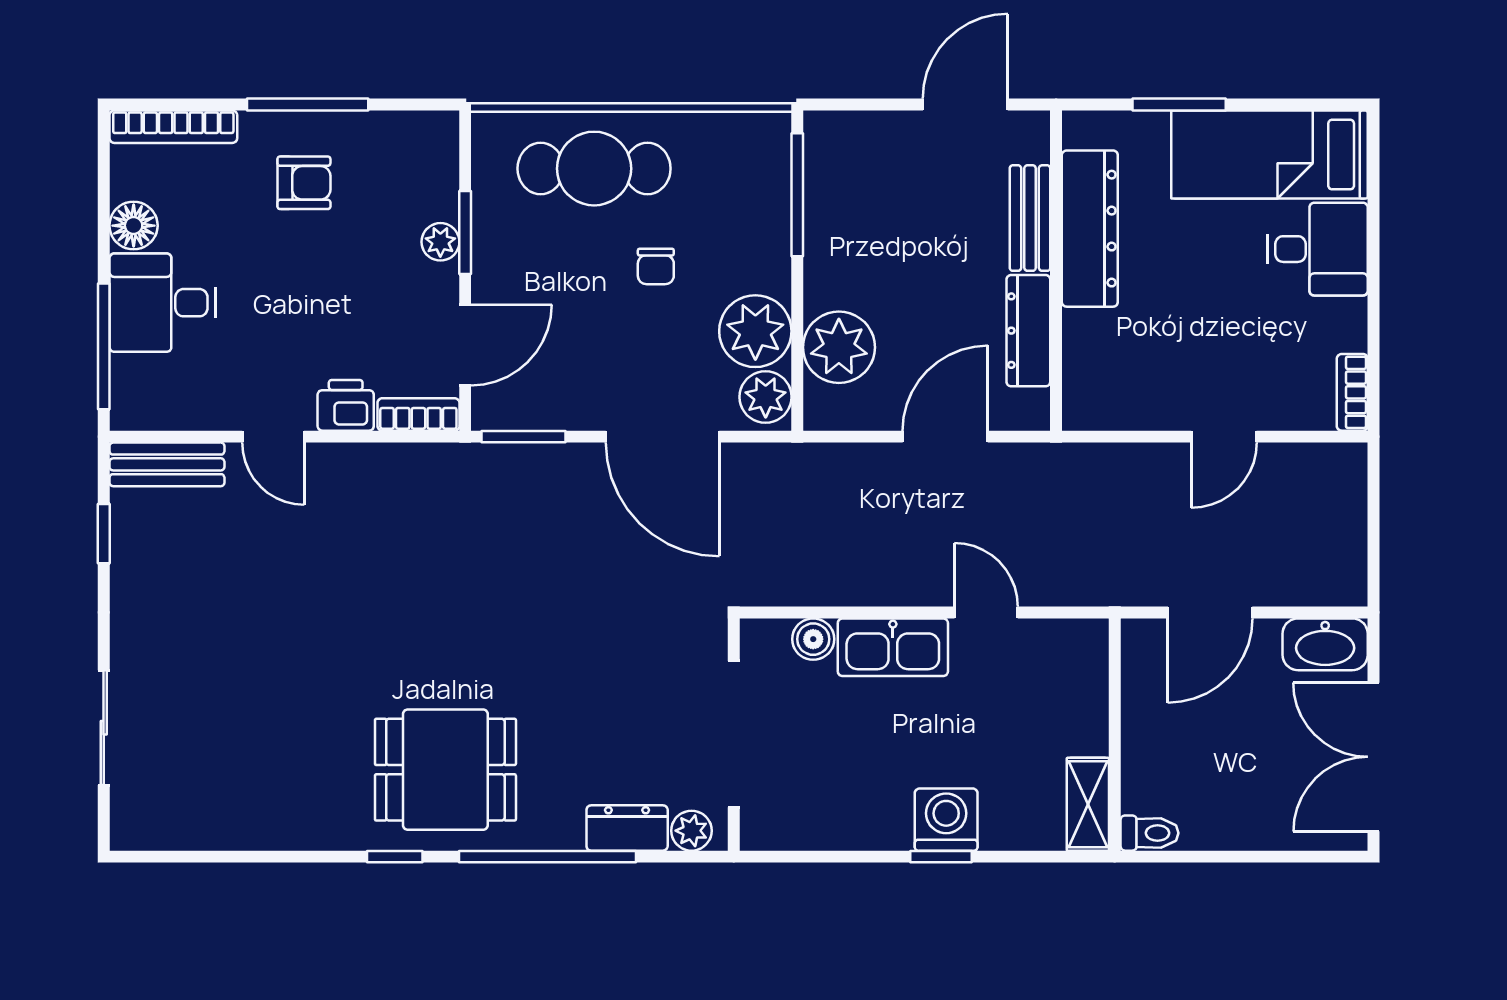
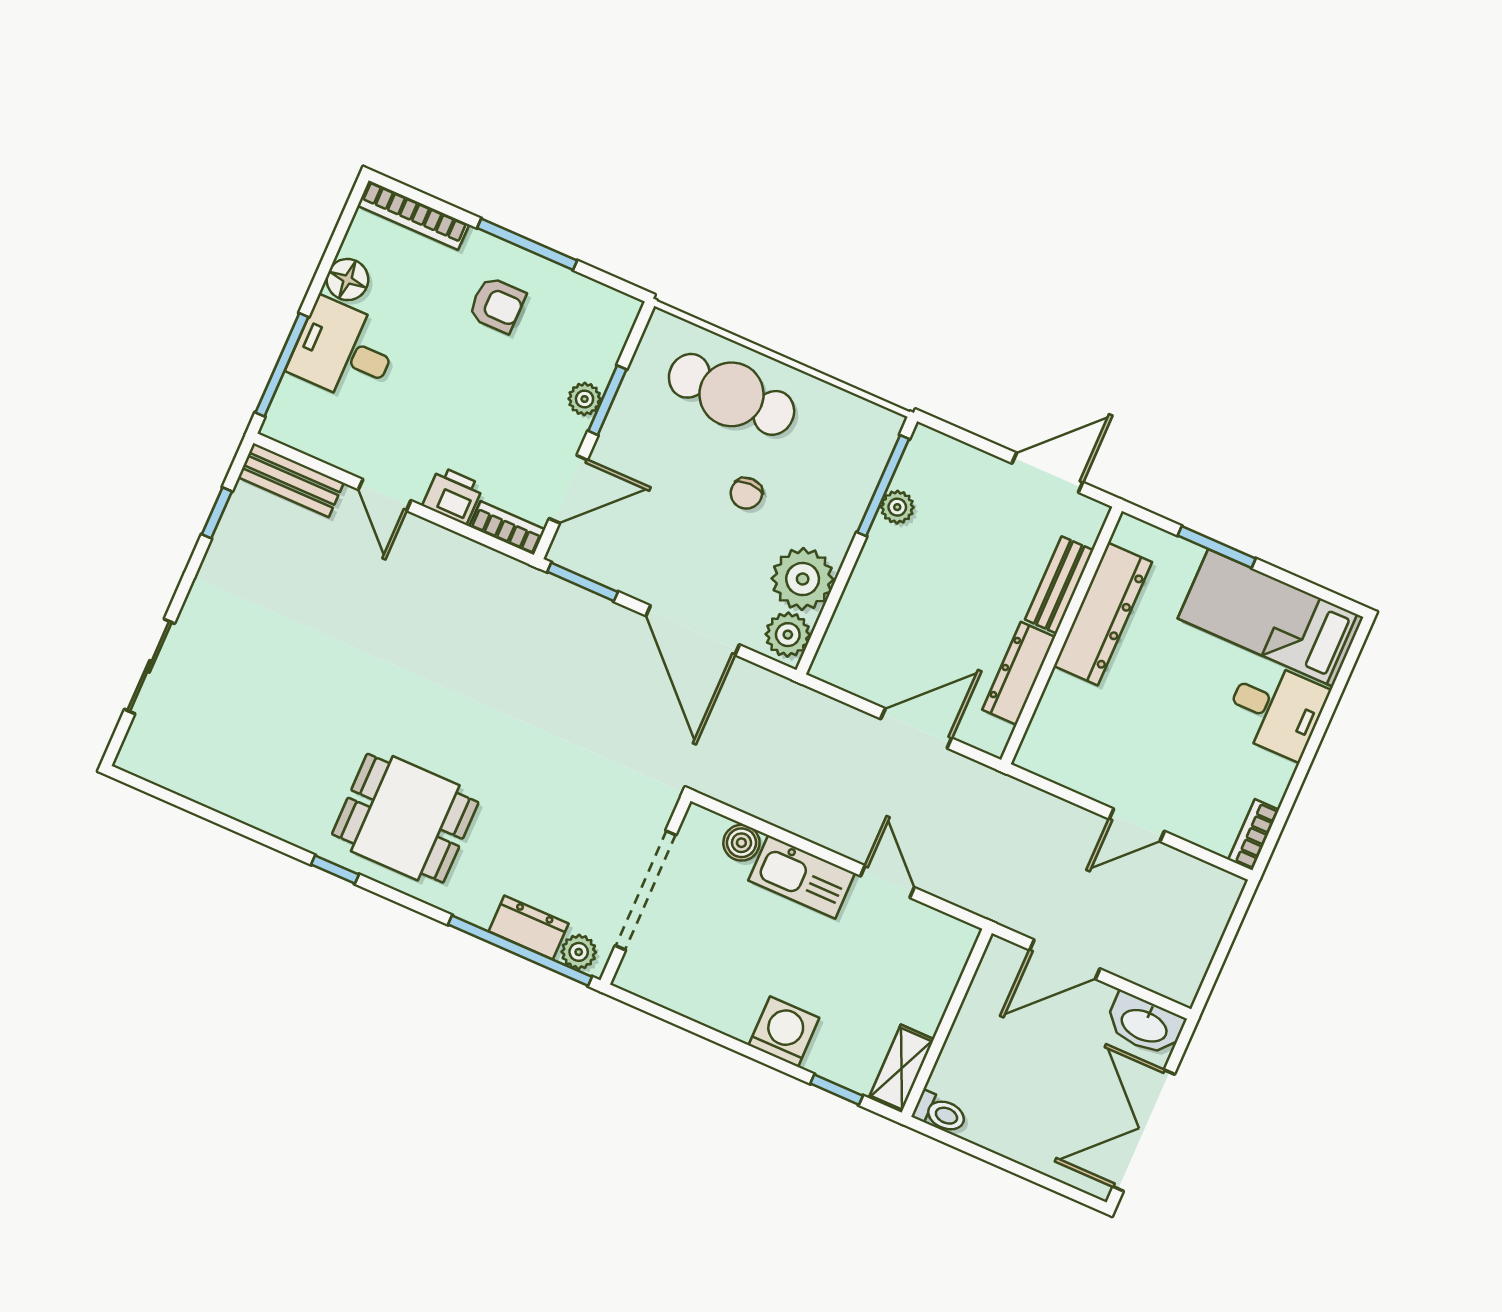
plant: (839, 347) -> (897, 507), moved, width x0.53, depth x0.53
window: (547, 857) -> (520, 951), moved
window: (941, 857) -> (837, 1090), moved

